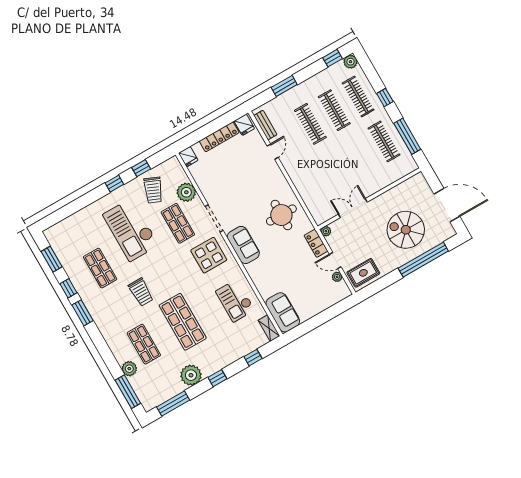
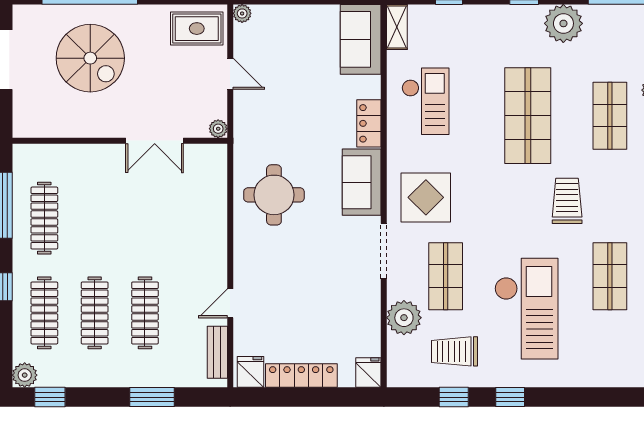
trolley: (153, 190) -> (455, 351), turned -113
locker: (316, 243) -> (369, 123), moved, turned 180
plant: (337, 277) -> (242, 13), moved

